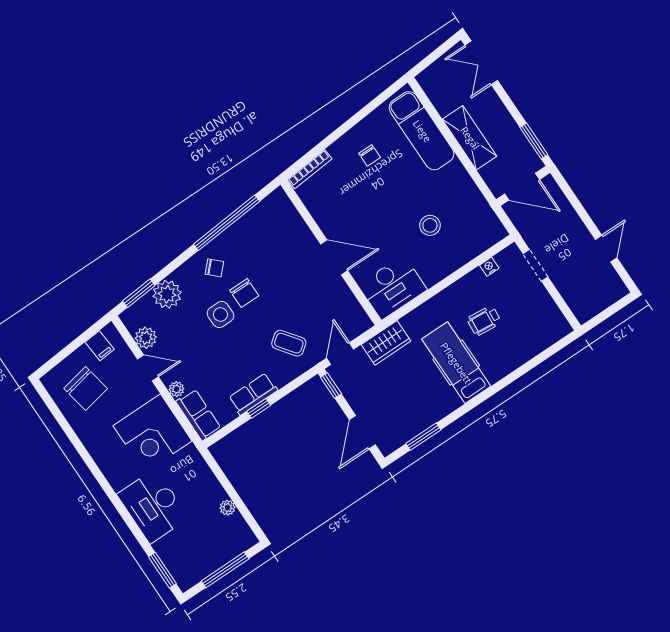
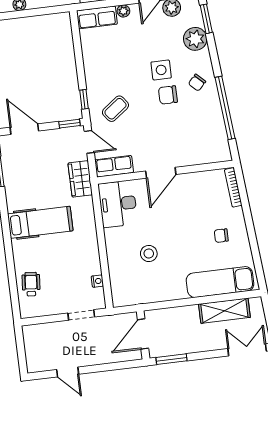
shelving: (470, 138) -> (224, 311), moved
wheelchair: (484, 321) -> (31, 284), moved
row of seats: (253, 394) -> (114, 166), moved, turned -90
window: (259, 408) -> (84, 99), moved

